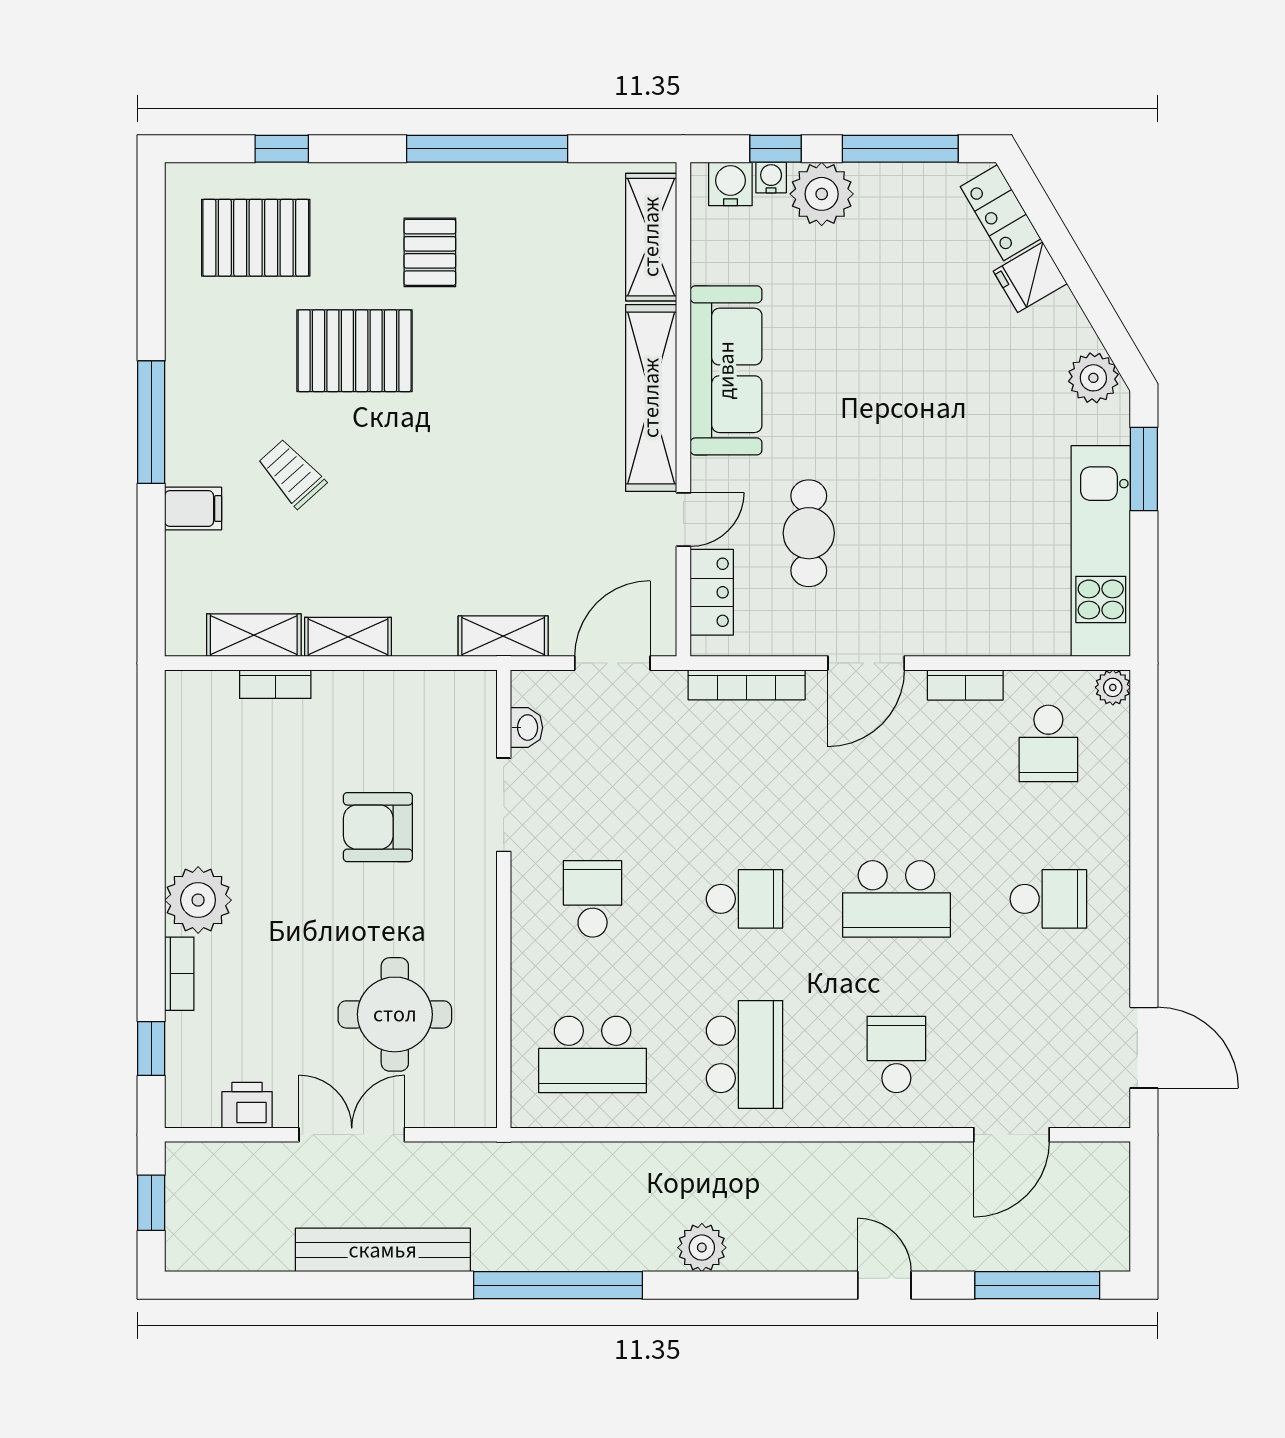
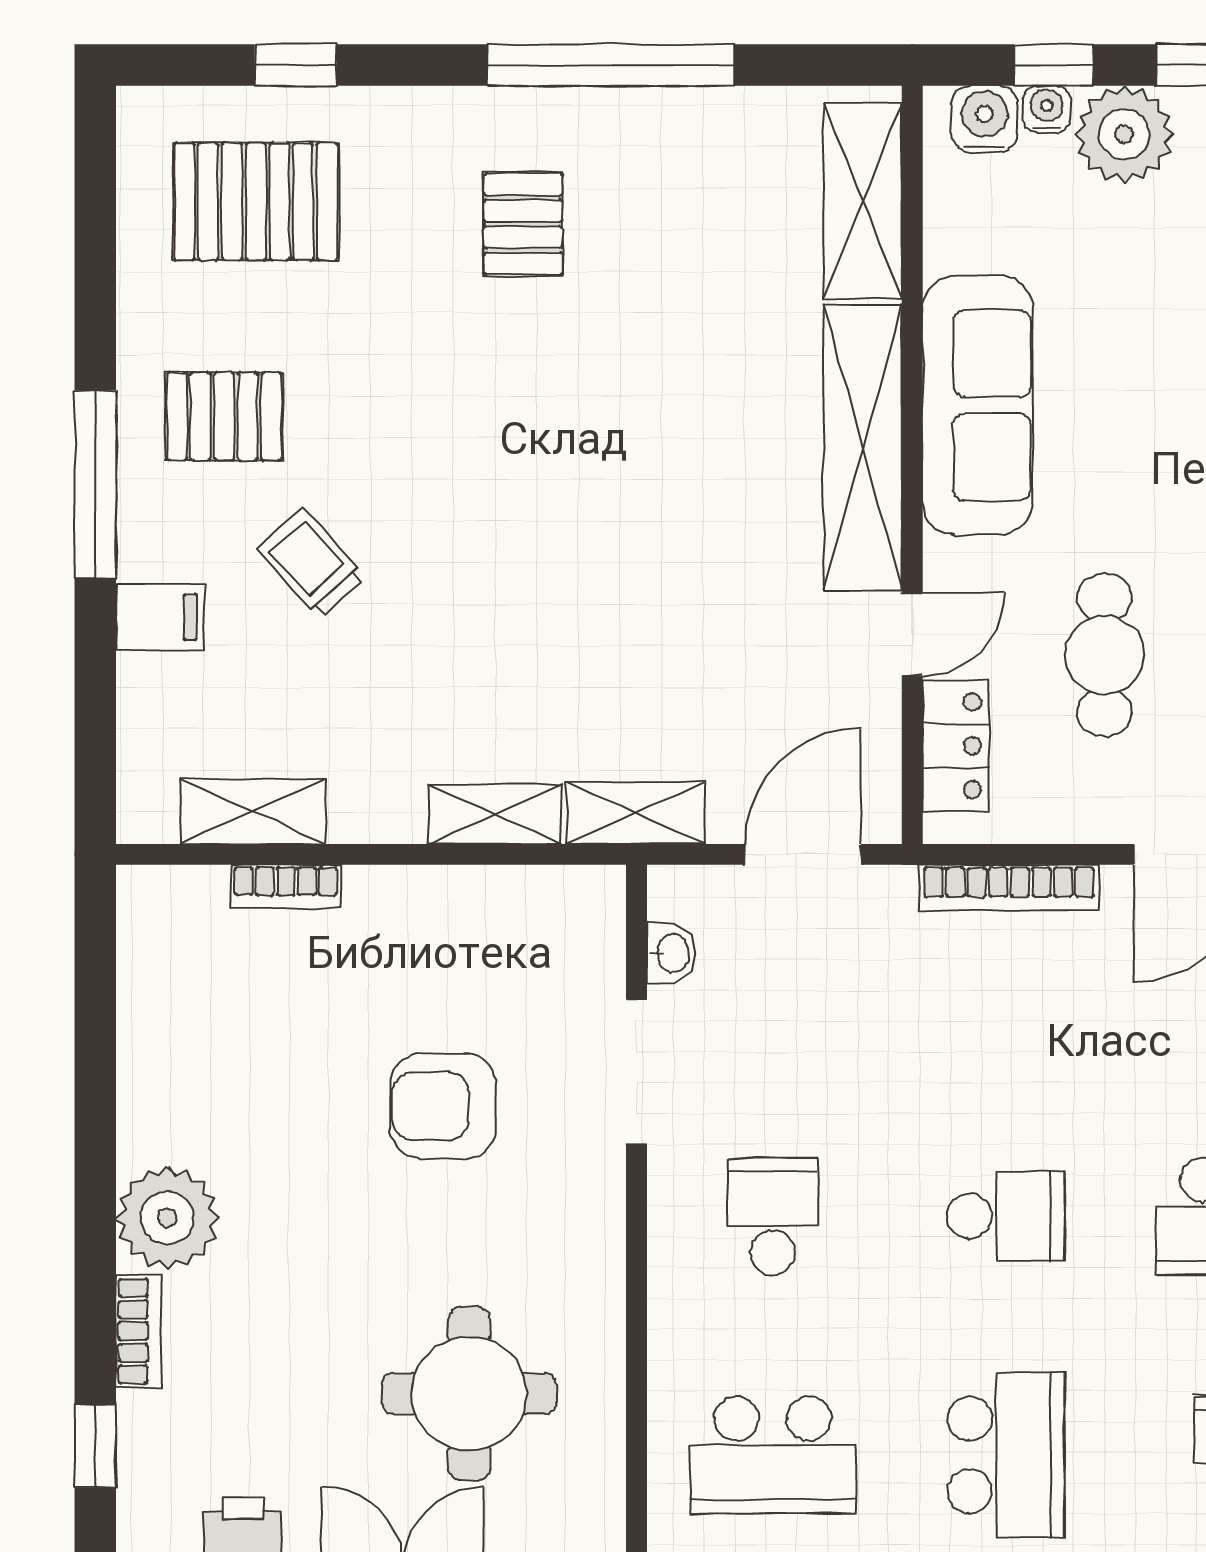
pallet: (355, 351) -> (224, 416), moved, width x0.67, depth x0.71
shelving: (348, 637) -> (494, 814), moved

